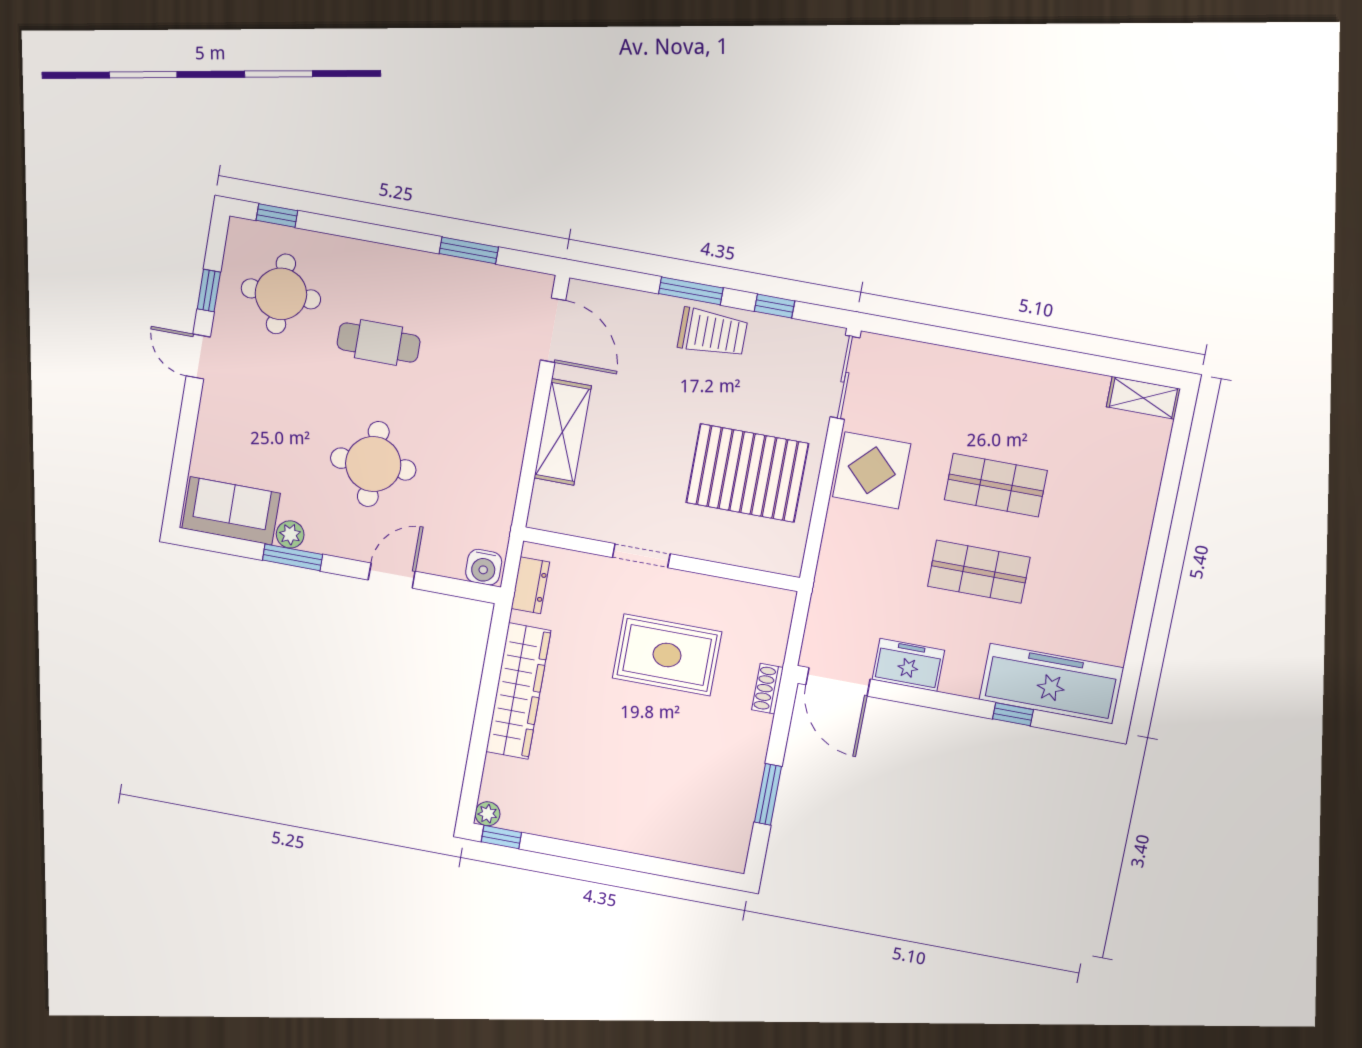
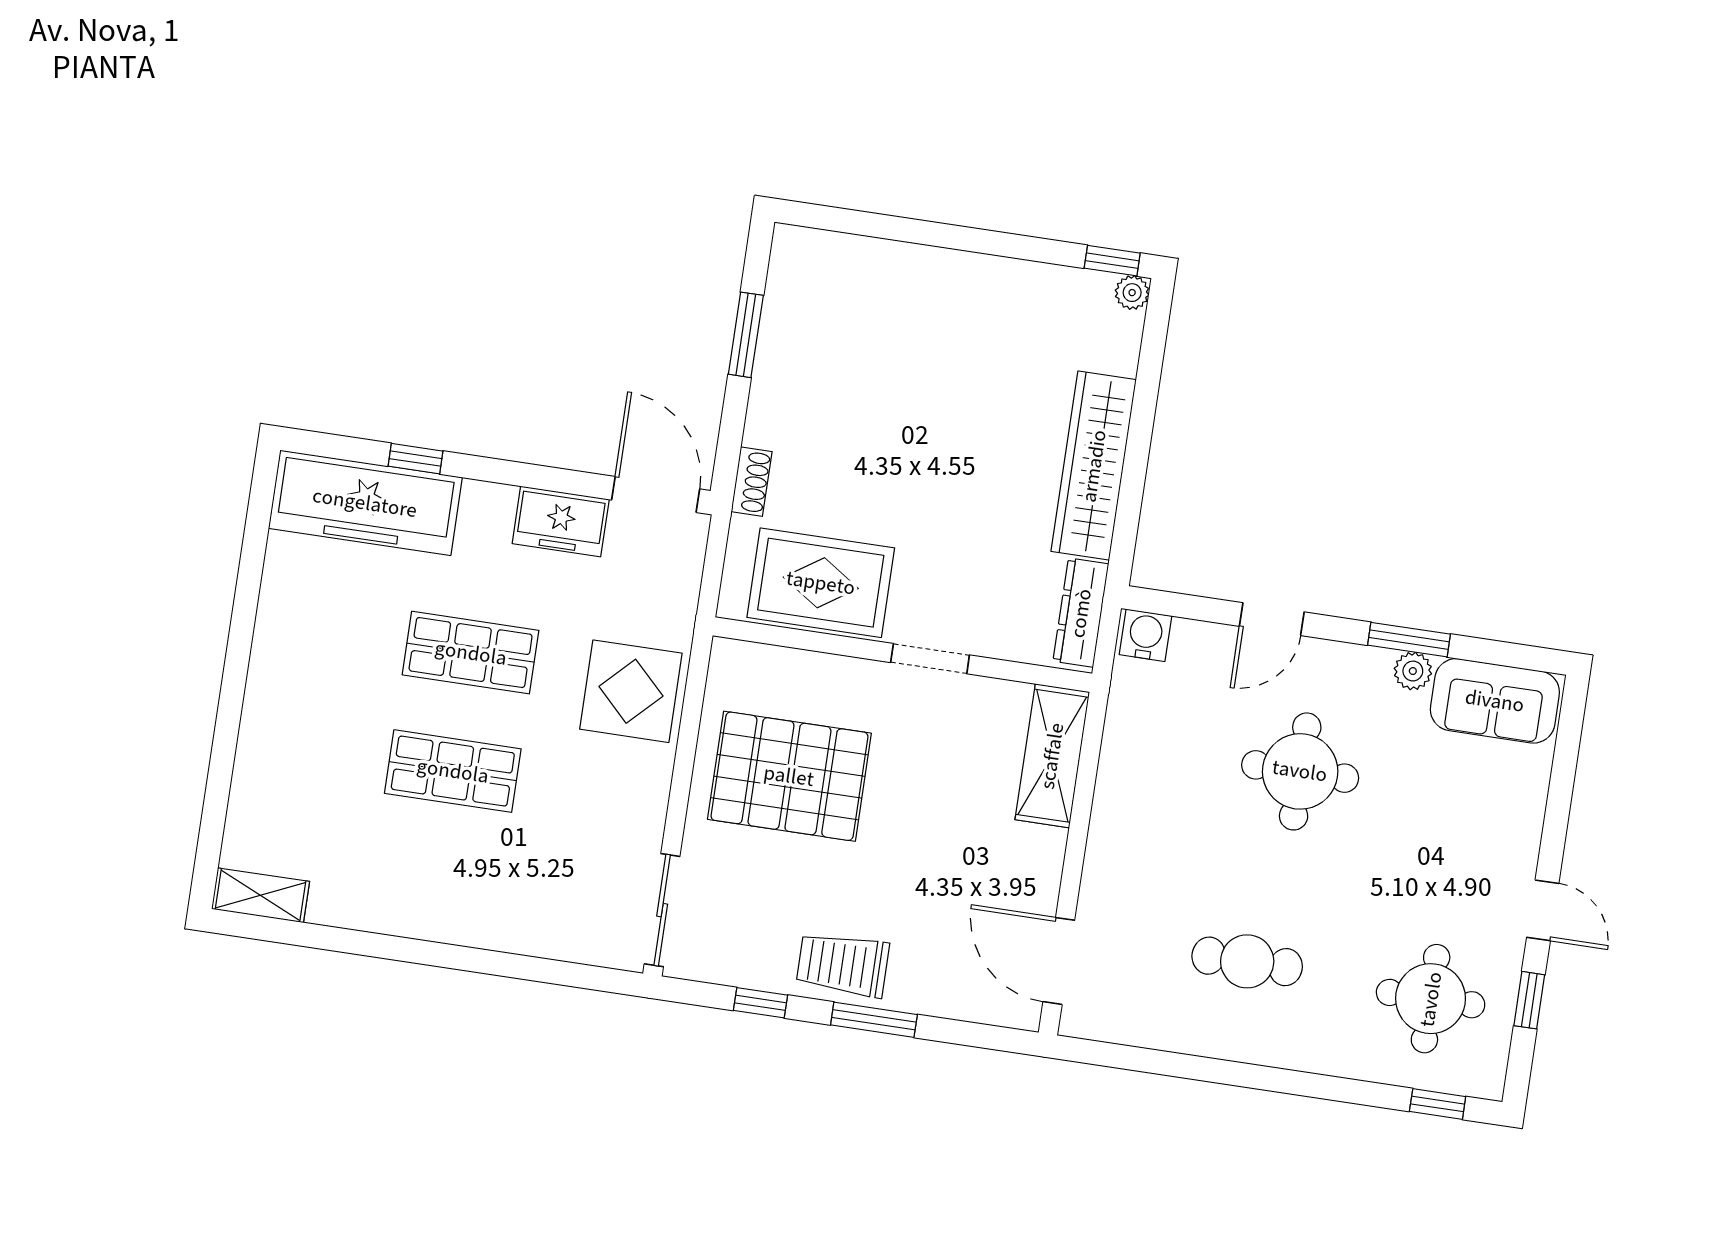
window: (469, 250) -> (1176, 1065), removed
cafe table: (379, 342) -> (1247, 961), moved
shelving: (563, 432) -> (1052, 756), moved
display table: (872, 470) -> (631, 691), moved
dresser: (530, 585) -> (1081, 613), width x1.44
rug: (667, 655) -> (821, 583), moved

